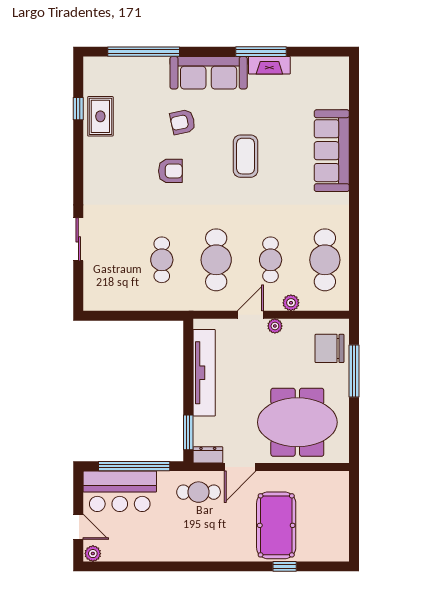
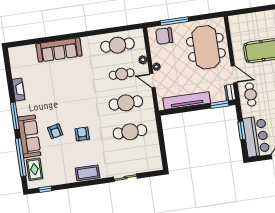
window: (261, 52) -> (15, 116), moved
sofa: (209, 73) -> (29, 136), moved
window: (78, 109) -> (45, 189), moved
rug: (100, 116) -> (34, 169), moved, turned 90
coffee table: (246, 156) -> (87, 173), moved
cafe table: (162, 260) -> (130, 132), width x1.37, depth x1.35
chair: (329, 348) -> (164, 36), turned 90
window: (134, 466) -> (242, 131), width x0.47

